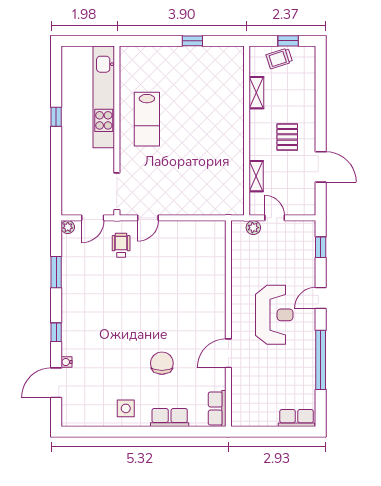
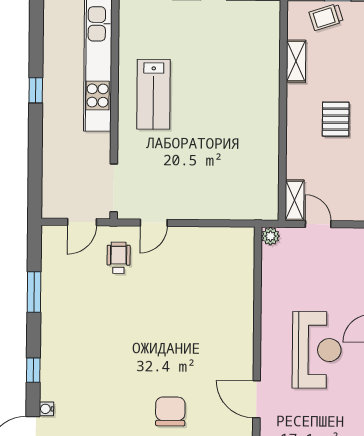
shelving: (256, 176) -> (295, 200), moved
plant: (68, 227) -> (50, 234), removed
plant: (253, 228) -> (270, 236), moved
door: (228, 353) -> (257, 399), hinge flipped

